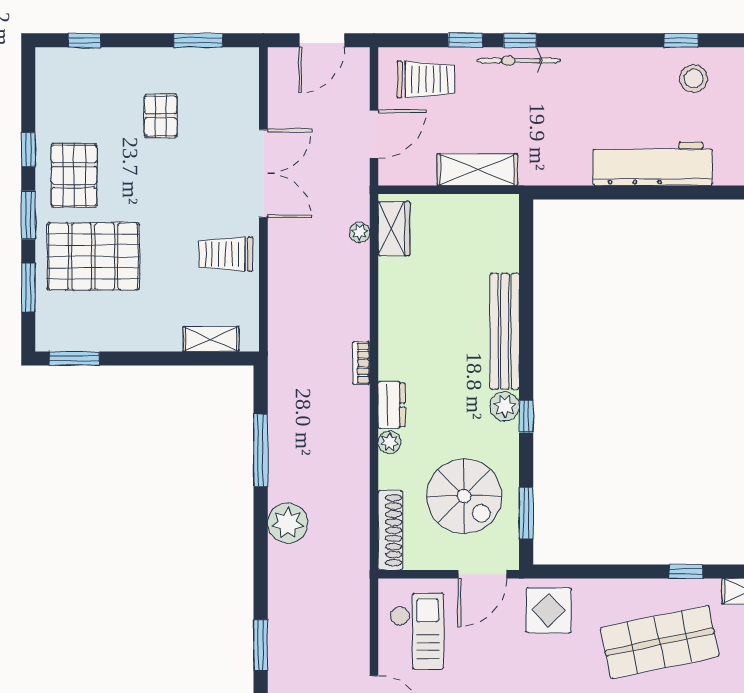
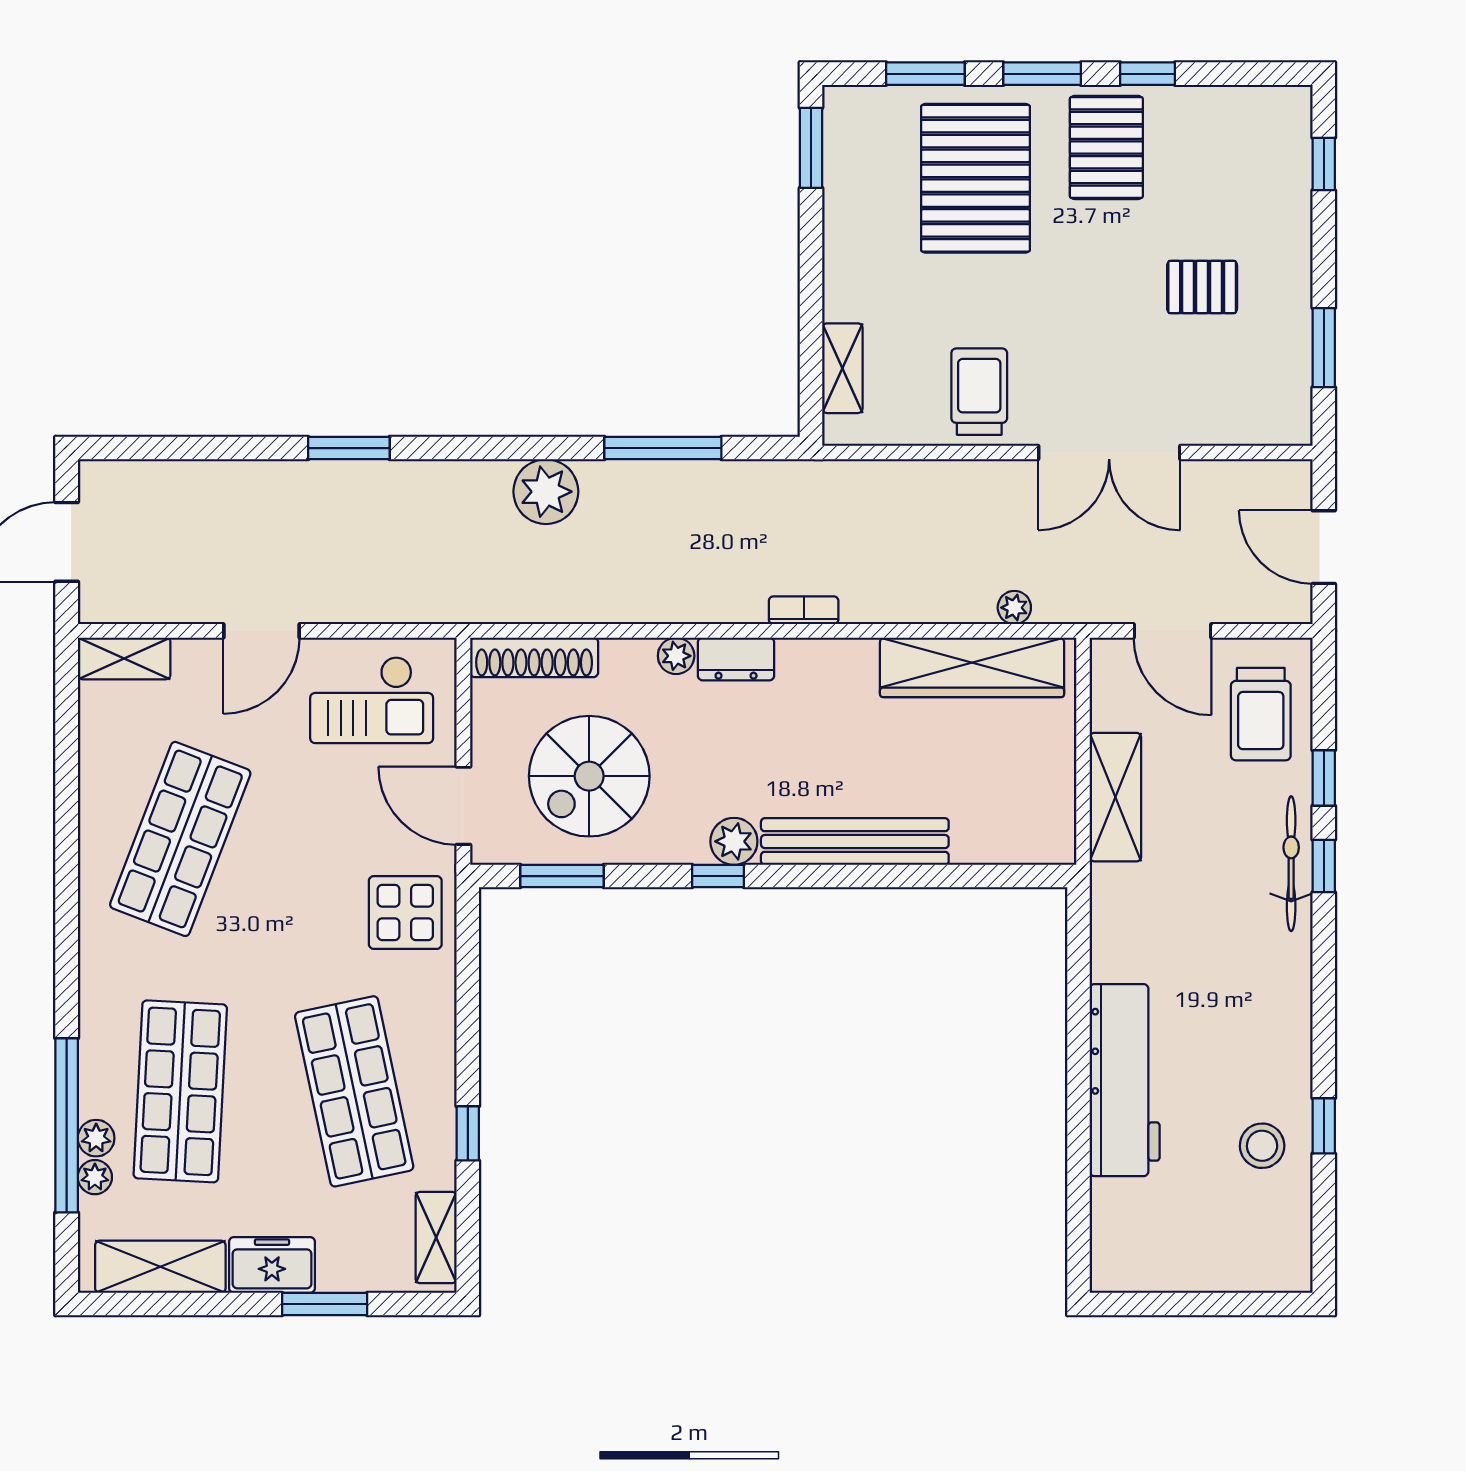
pallet: (74, 175) -> (1106, 147), turned 90
wardrobe: (394, 229) -> (972, 667), width x2.10, depth x1.17

